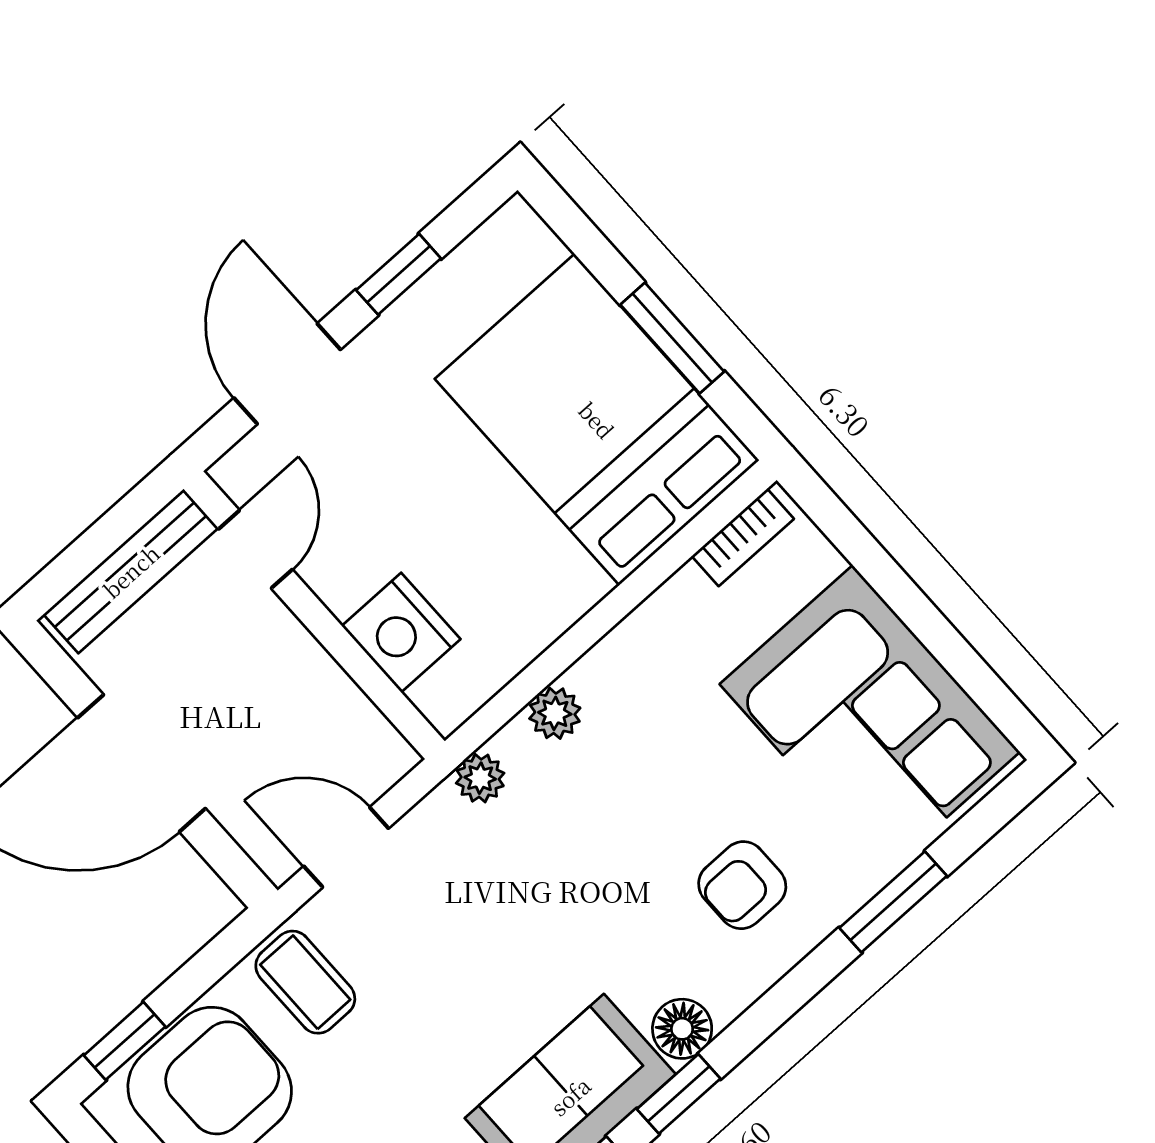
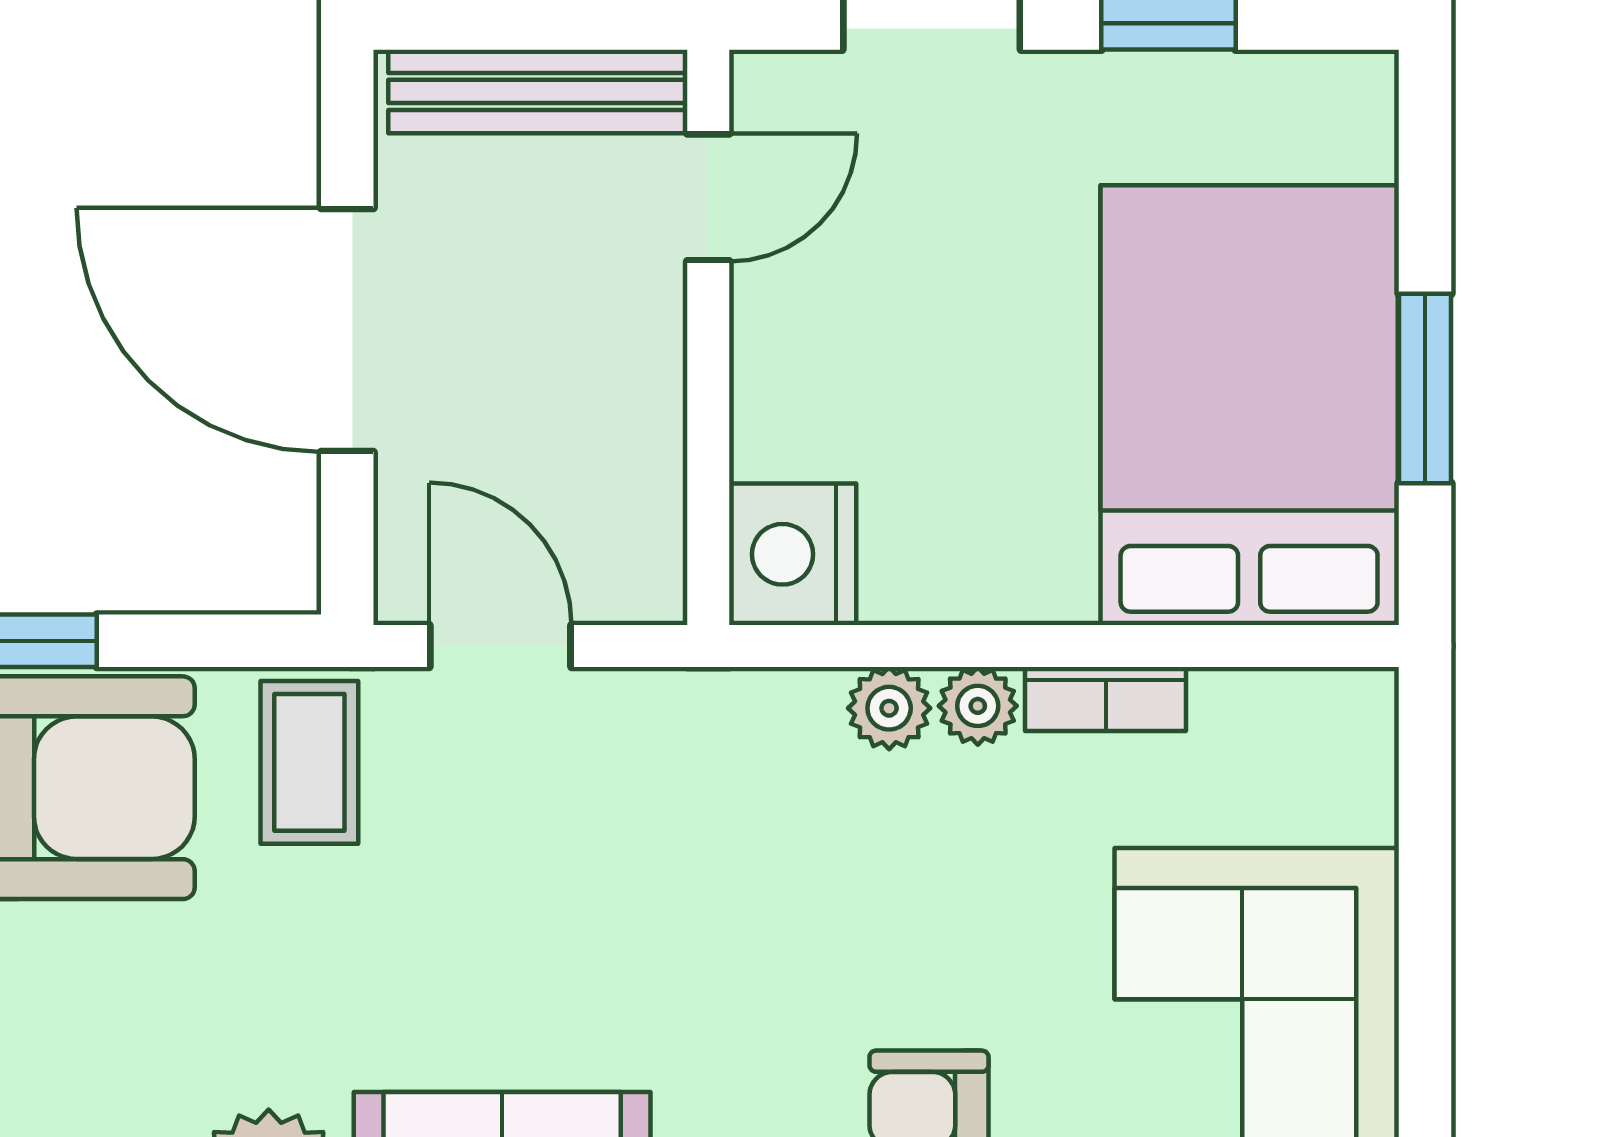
bookcase: (743, 537) -> (1106, 699), moved
nightstand: (401, 633) -> (793, 554), moved
plant: (480, 778) -> (978, 706), moved

